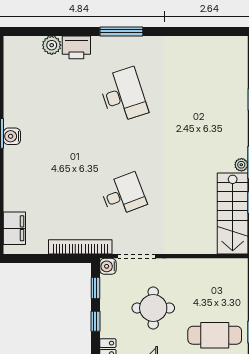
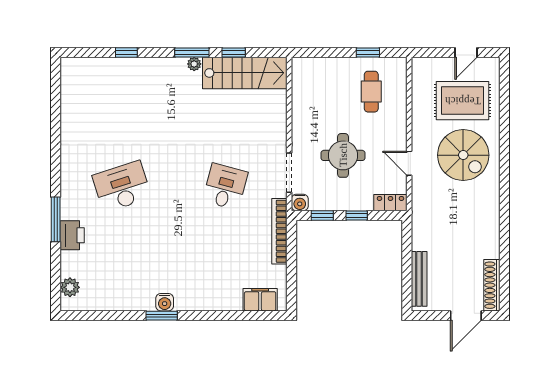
window: (121, 31) -> (56, 219), moved
plant: (52, 45) -> (70, 287), moved
desk: (123, 195) -> (225, 187), turned 36
cafe table: (215, 335) -> (371, 92), width x0.73, depth x0.74

